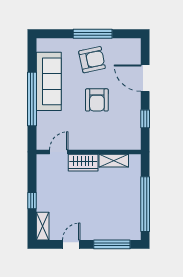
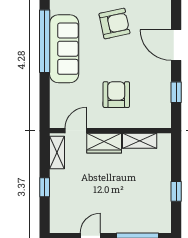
window: (32, 99) -> (45, 41), moved
armchair: (97, 100) -> (116, 95), moved, turned 180
window: (145, 204) -> (176, 191), width x0.32
shelving: (43, 226) -> (57, 152), moved

